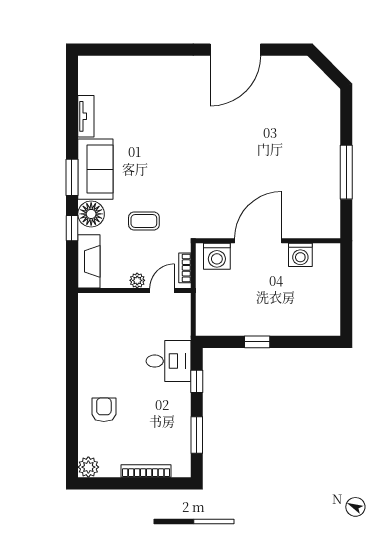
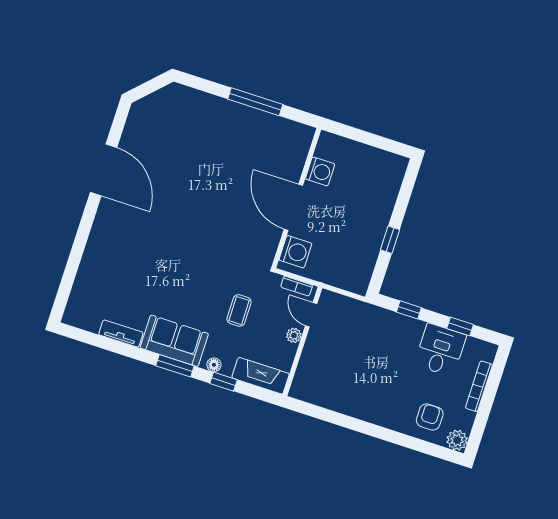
floor lamp: (91, 214) -> (214, 365), width x0.53, depth x0.53
desk: (168, 361) -> (440, 350), moved
armchair: (104, 410) -> (430, 417), moved, turned 90
window: (197, 435) -> (460, 326), width x0.67

